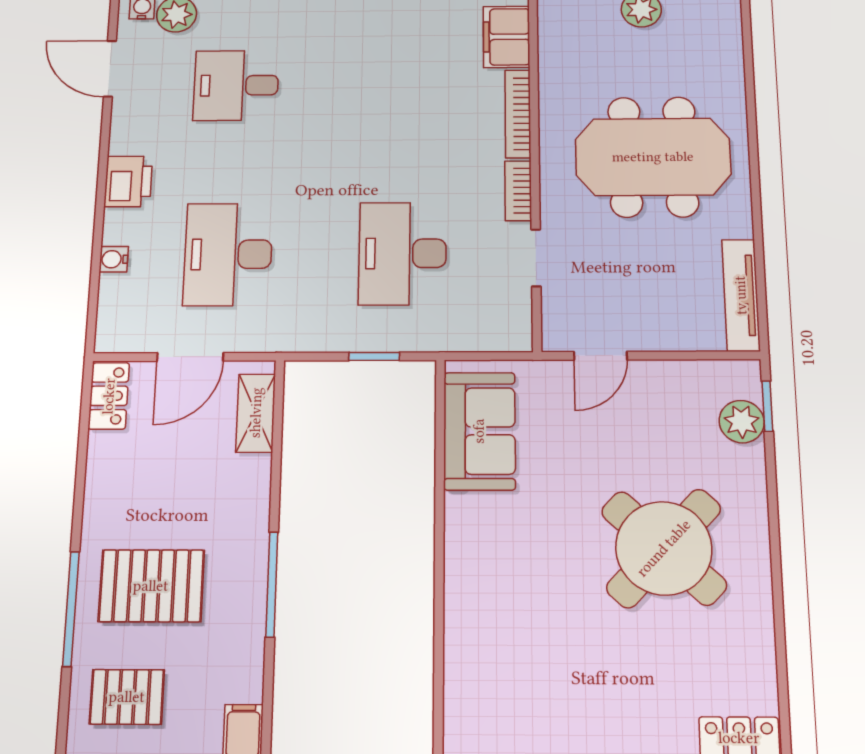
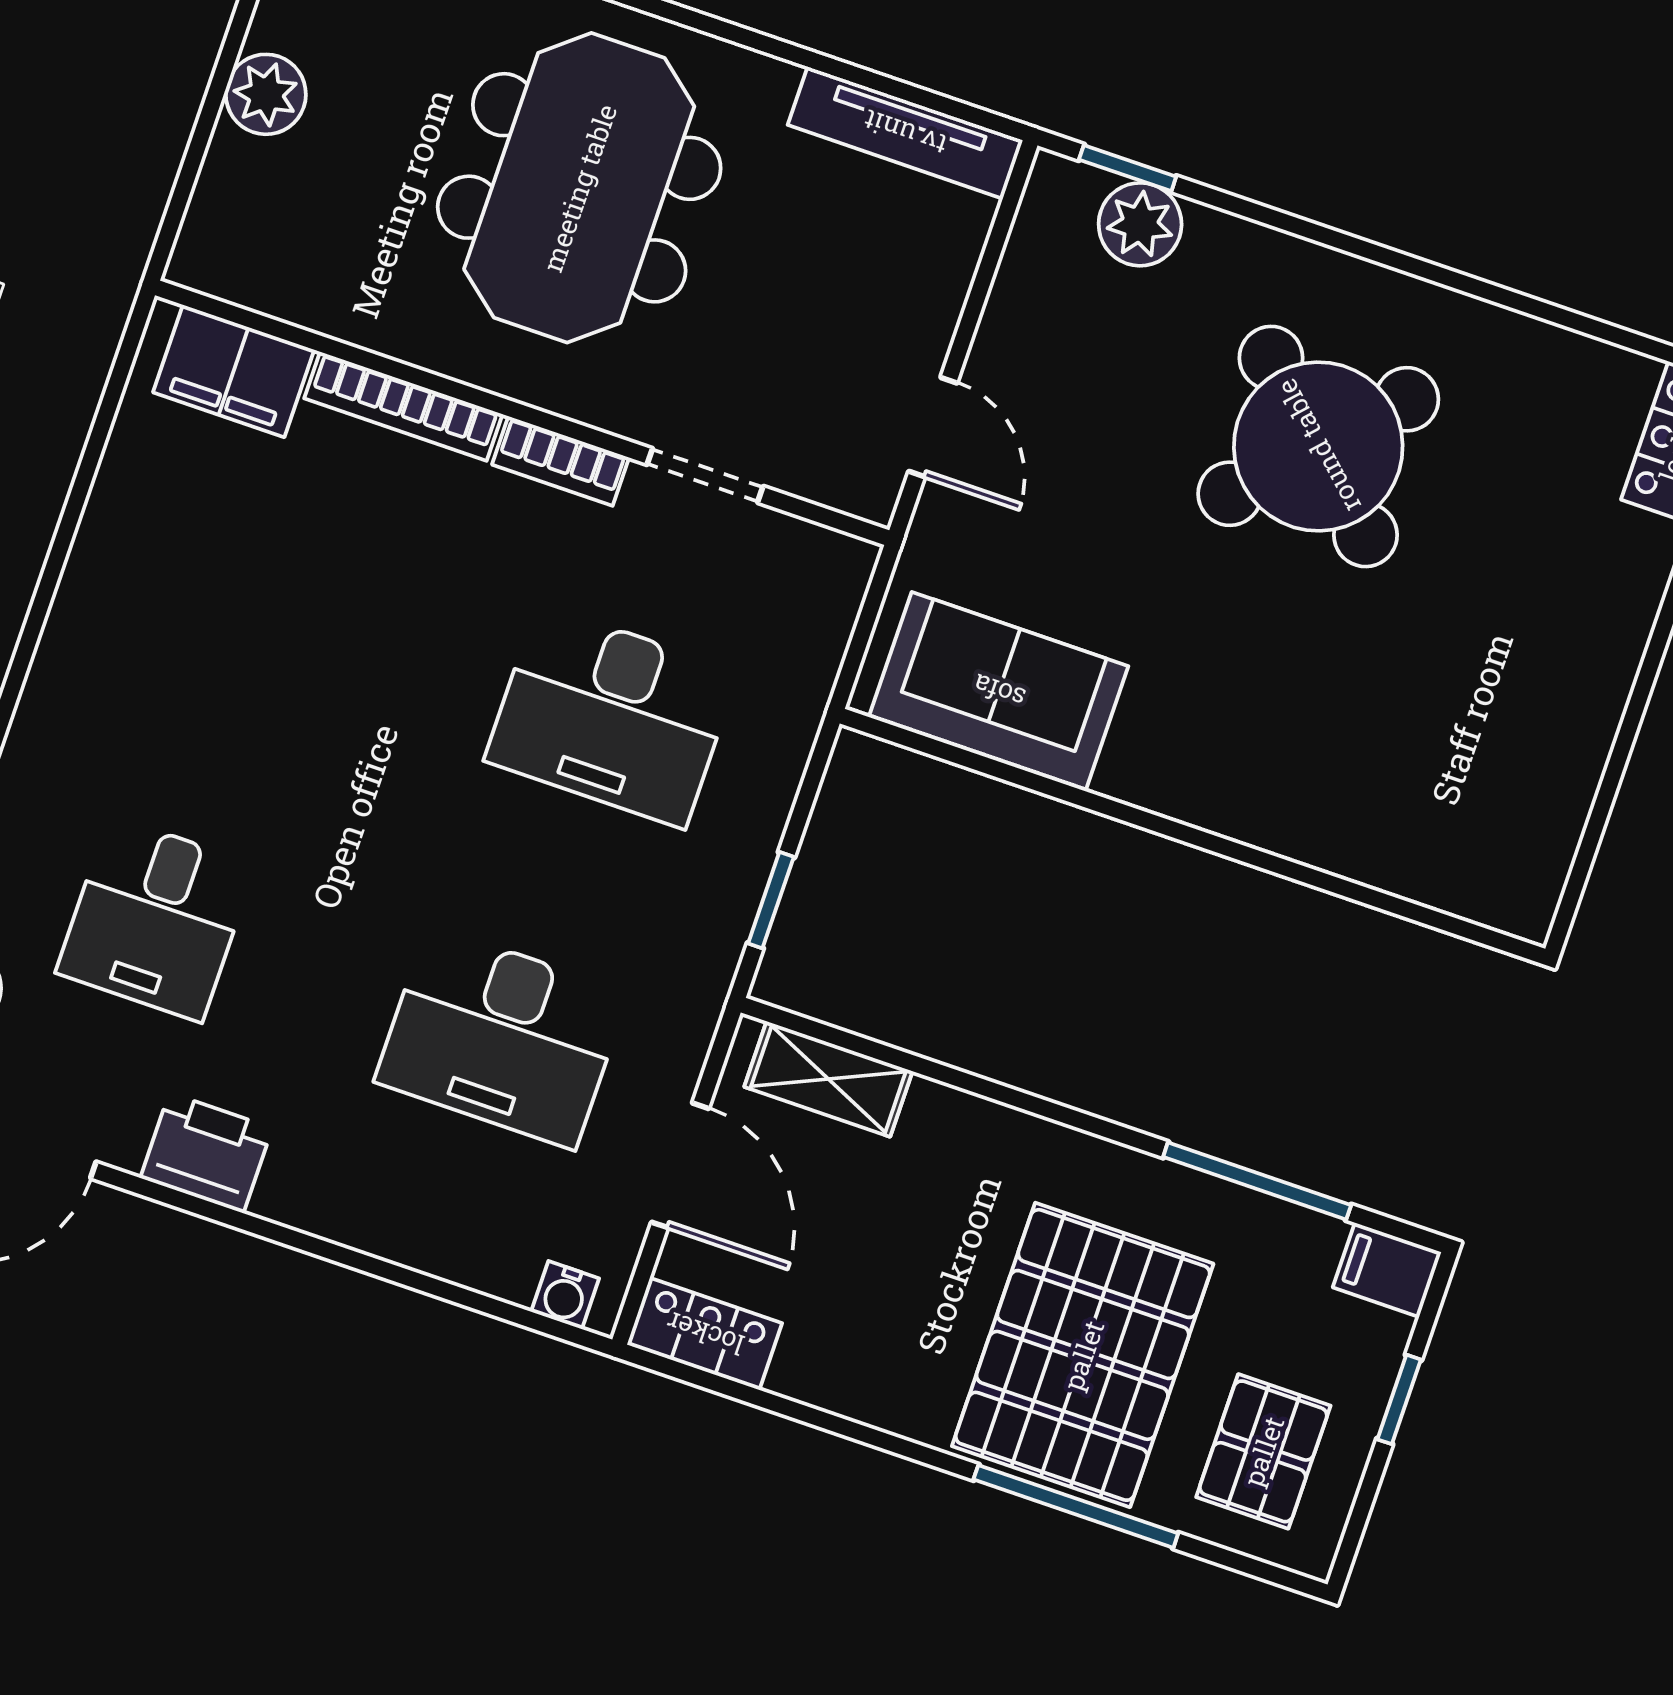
printer: (128, 181) -> (206, 1153), moved
water cooler: (114, 259) -> (565, 1295), moved
window: (374, 356) -> (771, 900), moved
window: (272, 584) -> (1257, 1181), moved
pallet: (151, 586) -> (1083, 1355), width x1.37, depth x1.41

